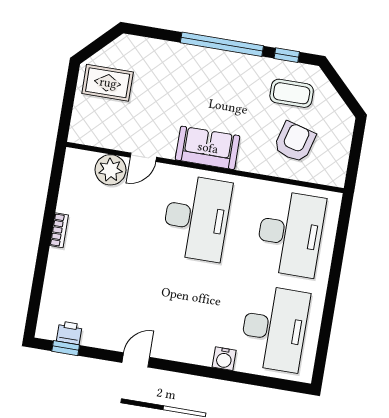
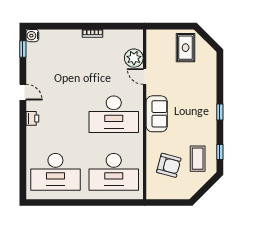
window: (222, 44) -> (220, 112), width x0.32
printer: (69, 333) -> (32, 118), moved
water cooler: (224, 359) -> (32, 36), moved

